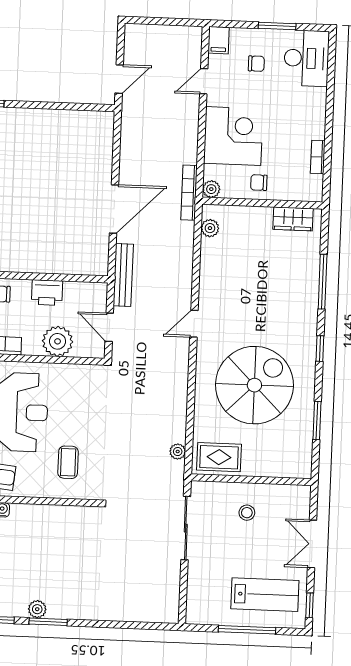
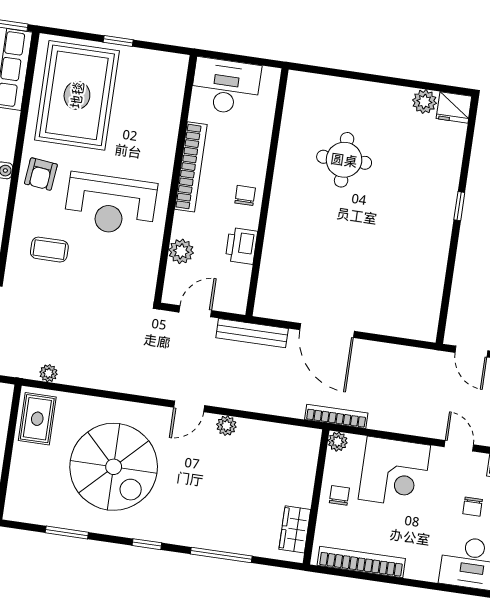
bookcase: (318, 157) -> (361, 562), width x2.31, depth x1.31
plant: (210, 228) -> (226, 426), moved
door: (194, 324) -> (189, 406), swing flipped
plant: (58, 341) -> (181, 251), width x0.73, depth x0.73

